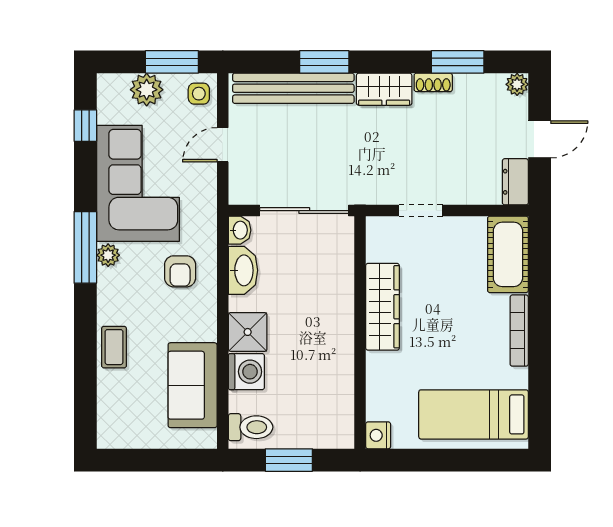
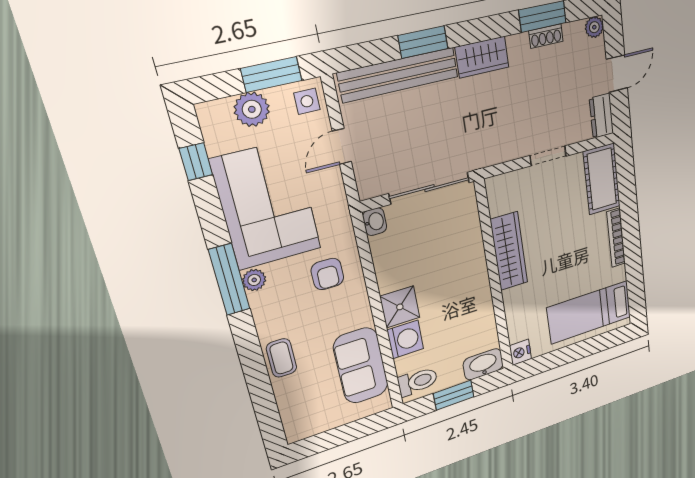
shoe rack: (433, 82) -> (546, 36), moved
doorway: (421, 211) -> (548, 156), moved
washbasin: (243, 270) -> (483, 364), moved, turned -90

